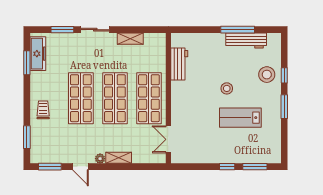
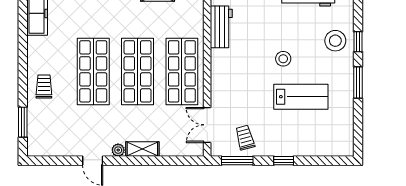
window: (27, 63) -> (23, 25), removed
lab bench: (240, 118) -> (301, 97), turned 180
trolley: (197, 149) -> (245, 138), added
window: (50, 167) -> (53, 161), removed
window: (255, 167) -> (237, 161), moved

